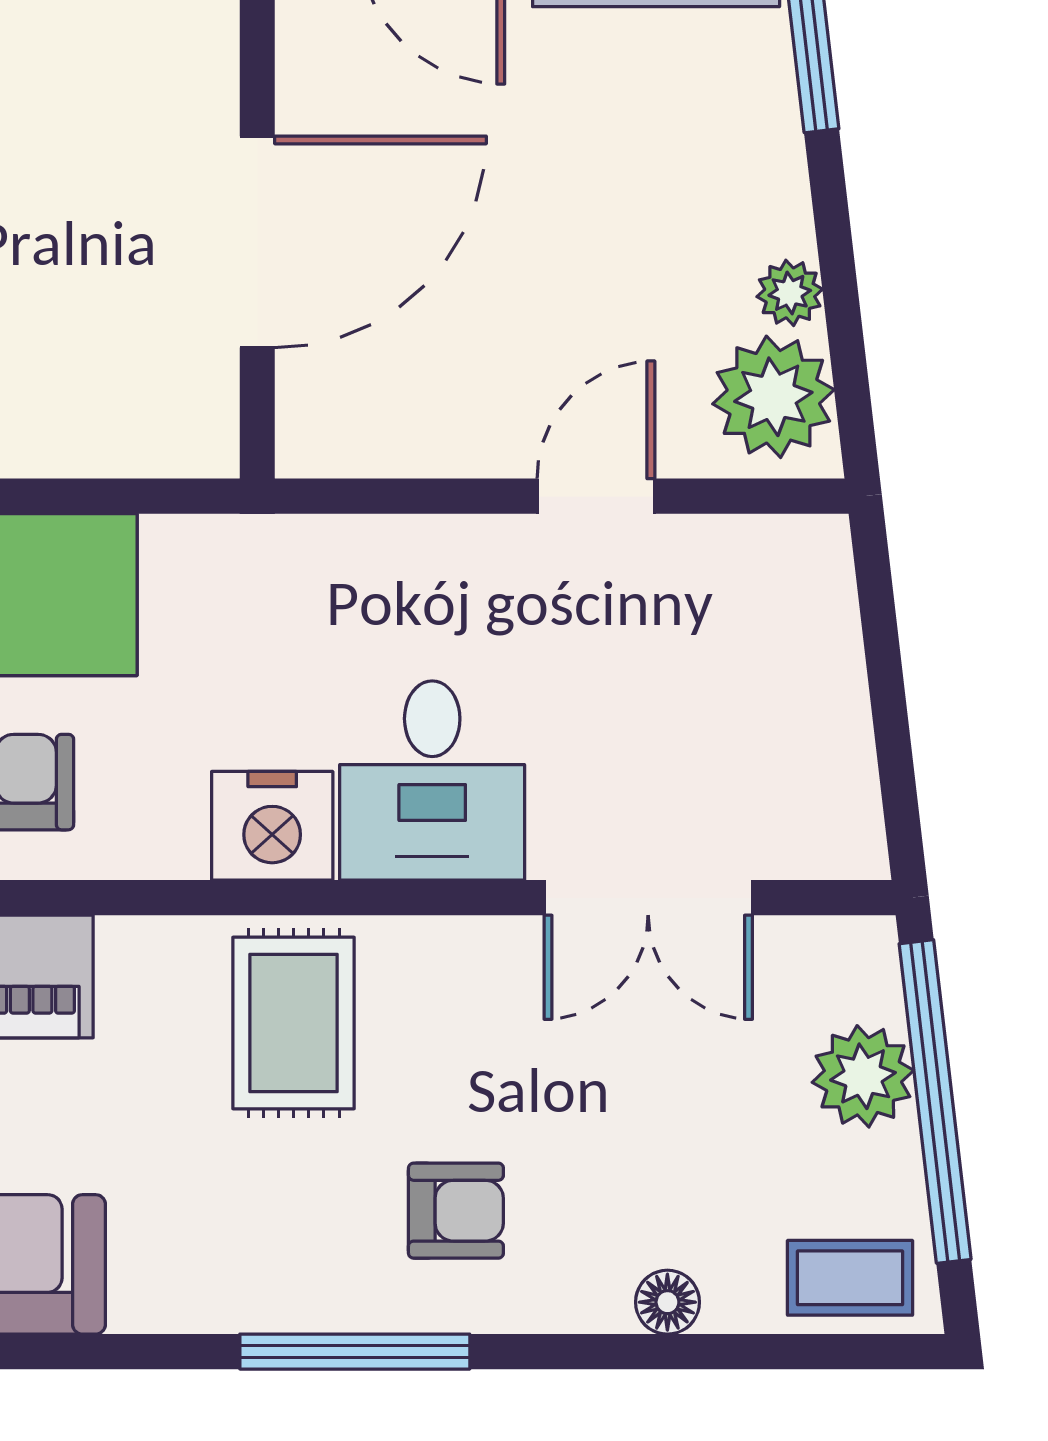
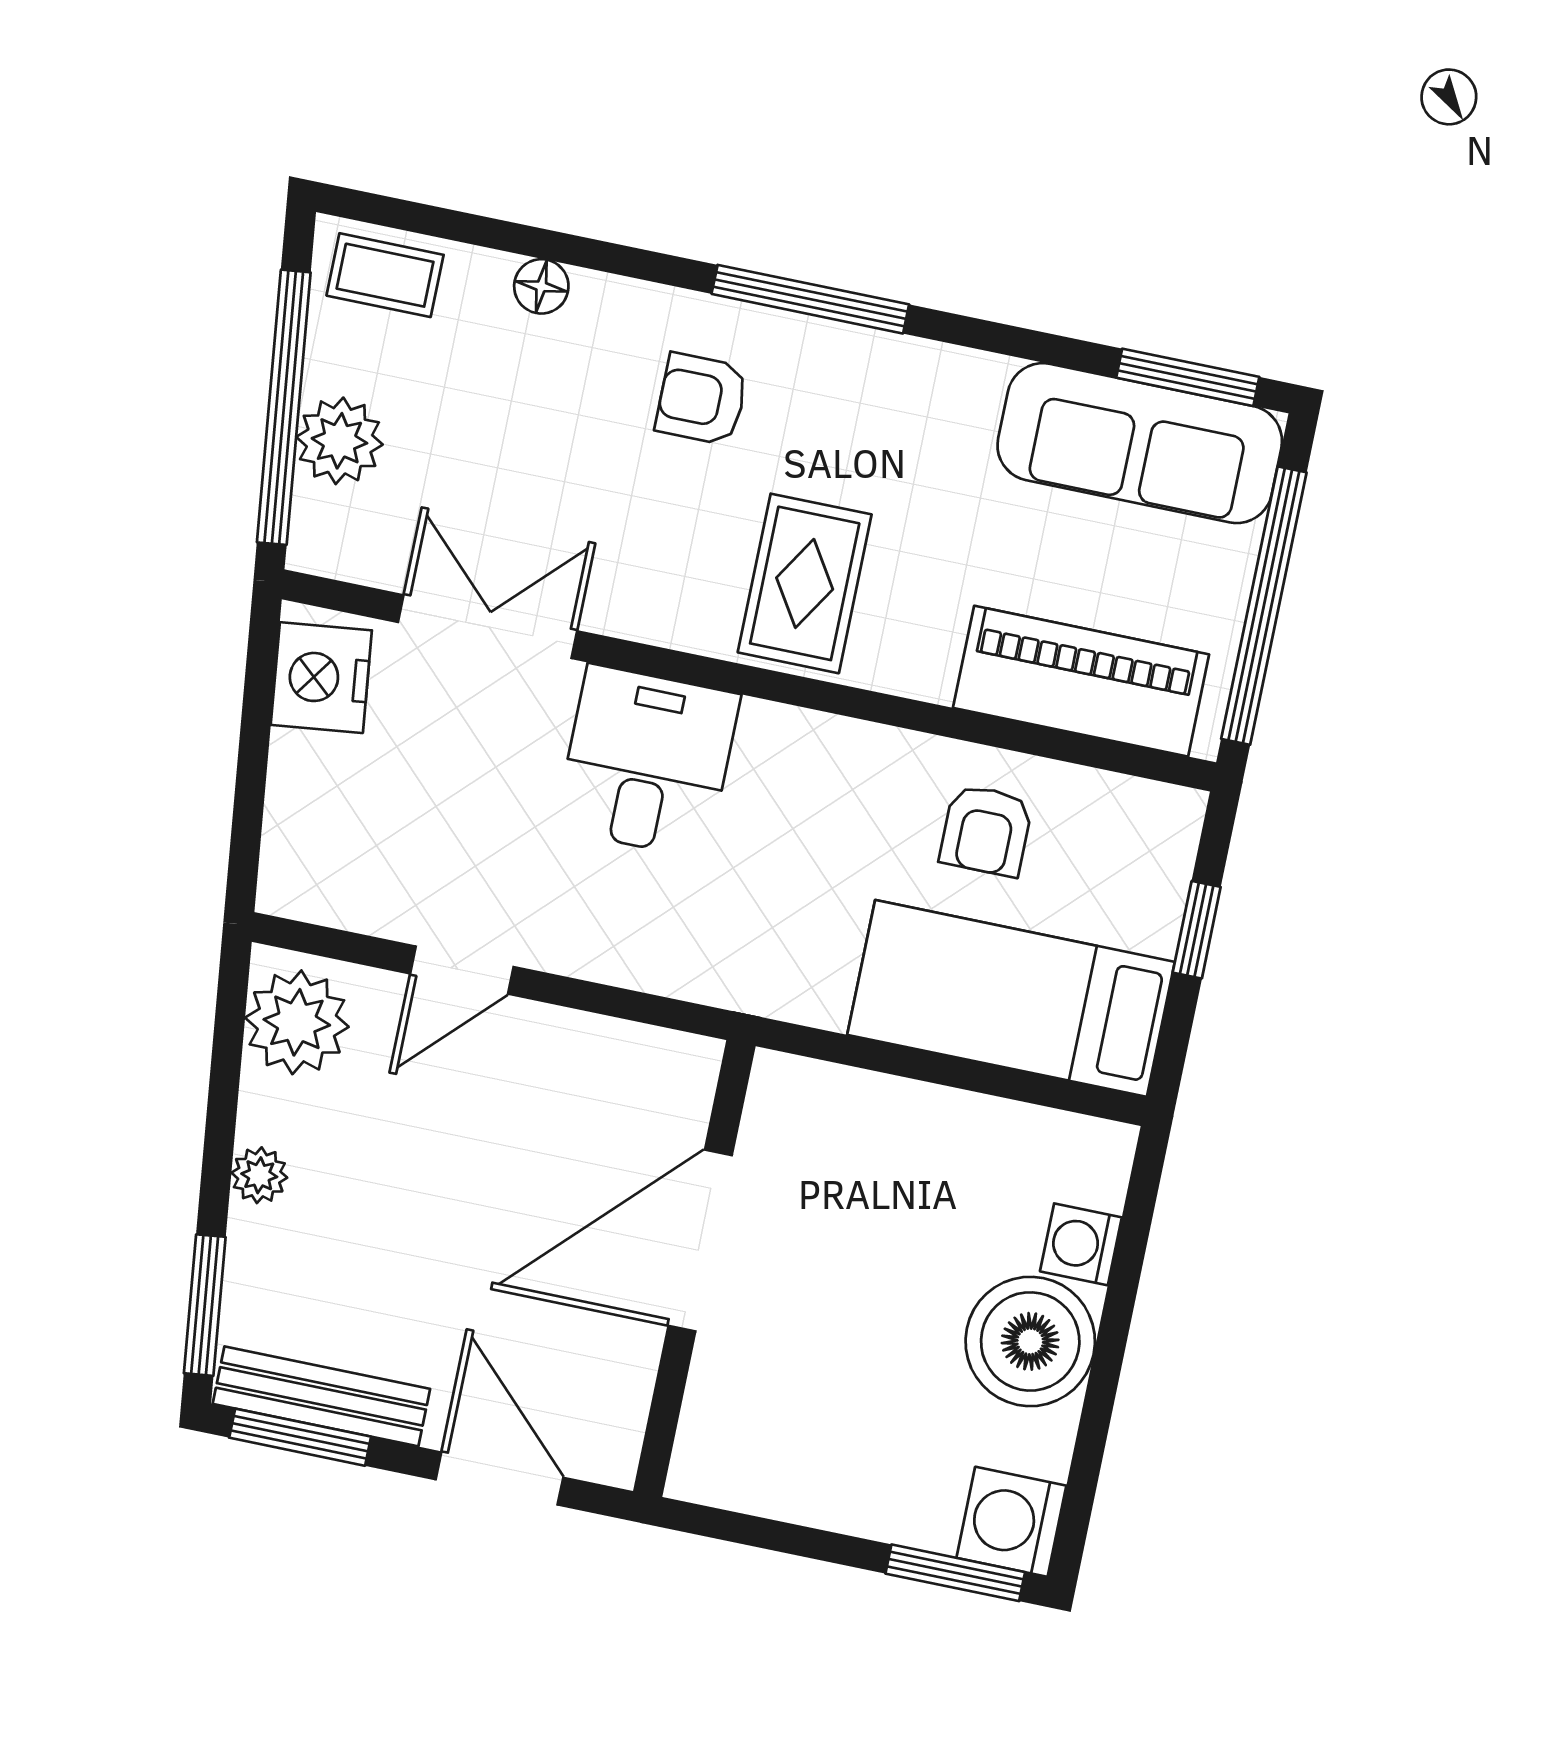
plant: (790, 293) -> (259, 1175), moved
nightstand: (272, 826) -> (321, 678), moved, turned -97

